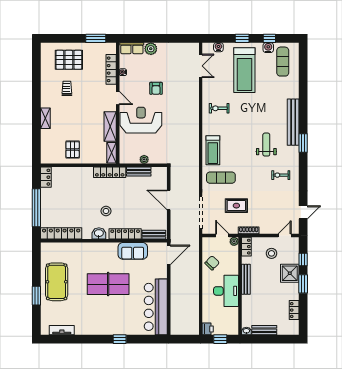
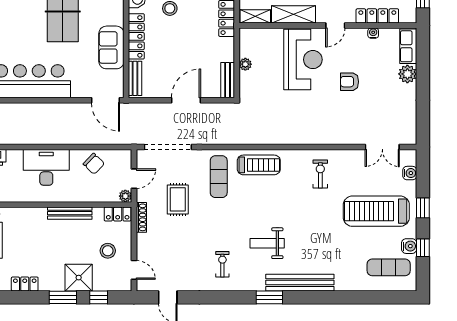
weight bench: (266, 145) -> (267, 243), turned 180
treadmill: (213, 150) -> (259, 165), turned 180
bench: (139, 172) -> (228, 80), moved
desk: (226, 291) -> (46, 167), moved, turned 180

